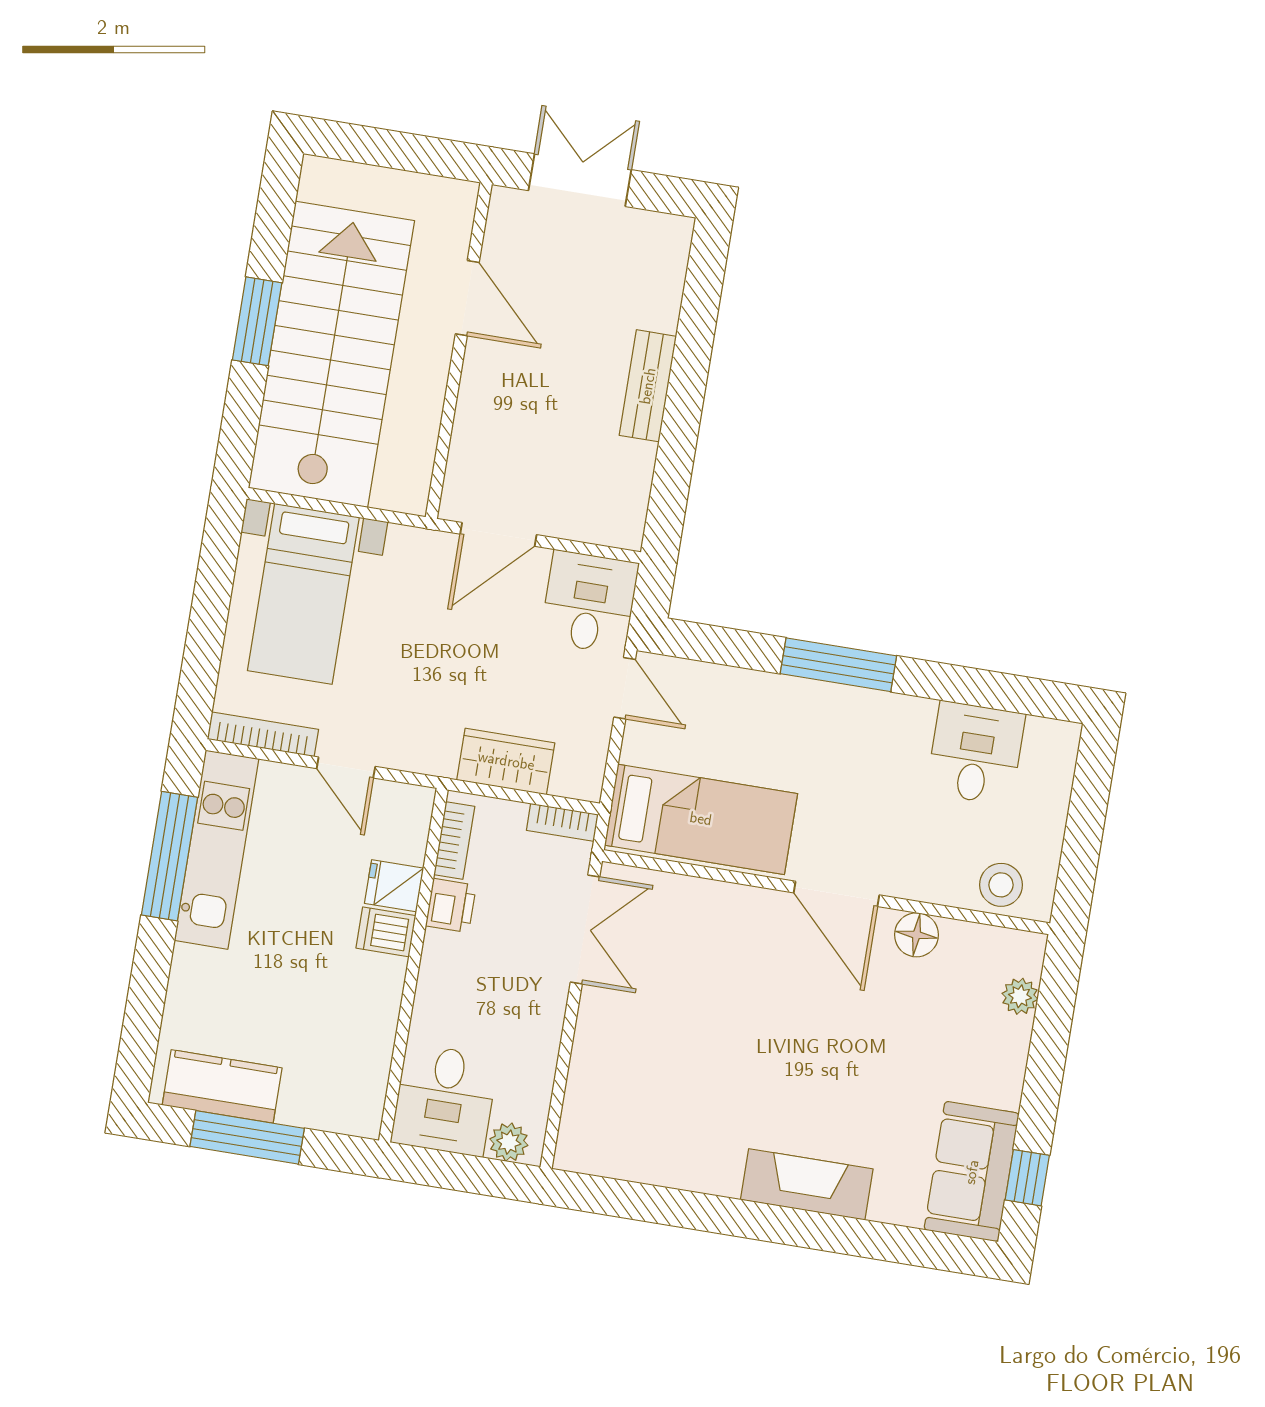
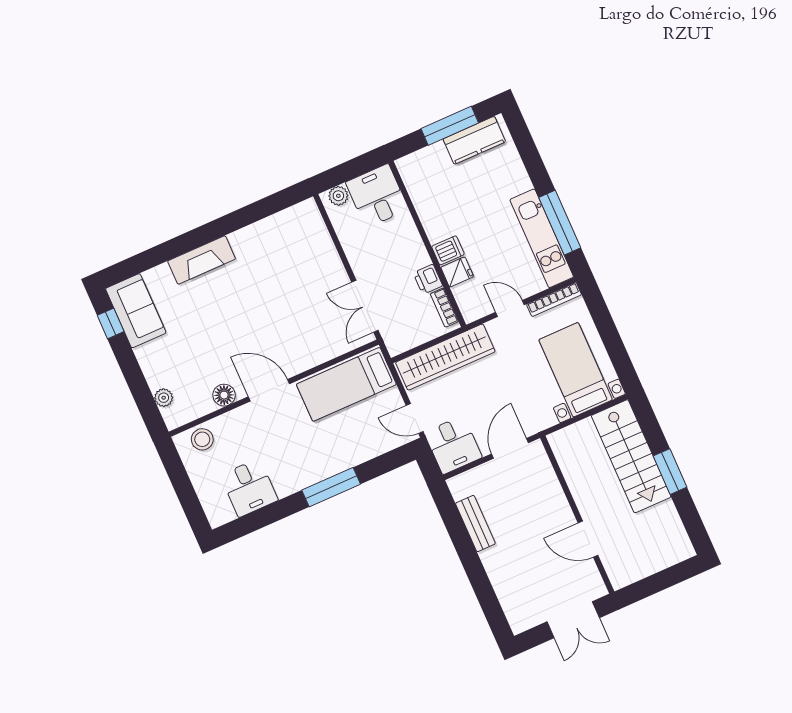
stairs: (331, 354) -> (631, 456), width x0.73, depth x0.66
bench: (648, 386) -> (475, 523), moved
wardrobe: (506, 761) -> (445, 357), width x2.10, depth x1.17
bookcase: (562, 822) -> (404, 345), removed

